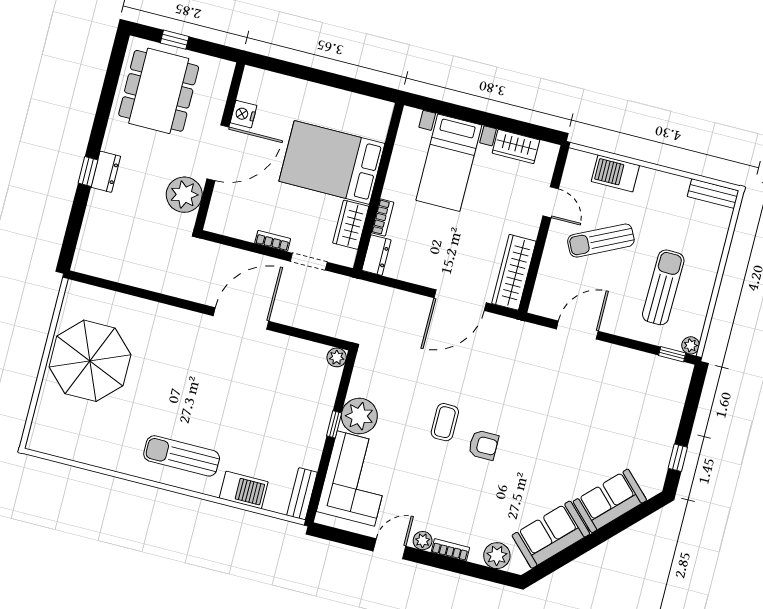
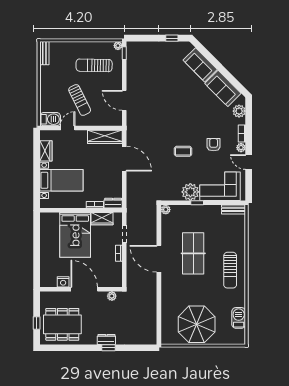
barbecue: (615, 173) -> (50, 119), moved, turned -90
plant: (184, 195) -> (112, 296), width x0.53, depth x0.53
table tennis table: (234, 390) -> (193, 253), added
armchair: (483, 445) -> (214, 145), moved
barbecue: (244, 490) -> (239, 318), moved

